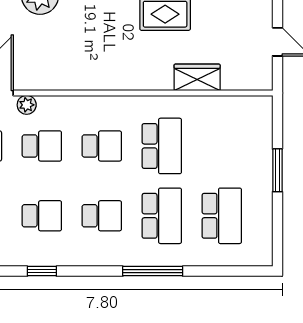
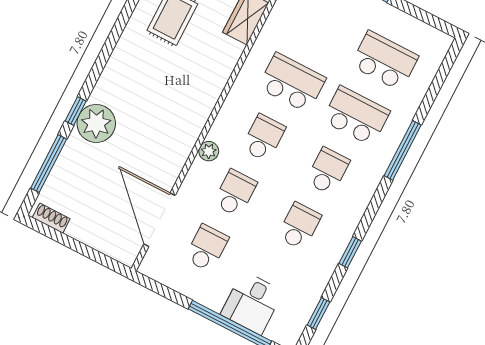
plant: (27, 105) -> (209, 151), moved

